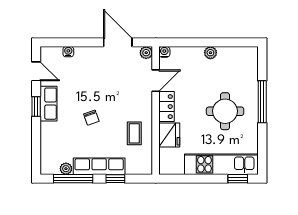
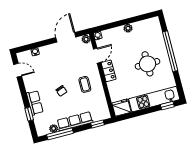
door: (118, 42) -> (66, 37), hinge flipped
window: (262, 102) -> (170, 51), width x1.46
row of seats: (49, 104) -> (35, 103), moved
window: (36, 106) -> (29, 114), moved
coffee table: (134, 133) -> (85, 84), moved
fridge: (169, 135) -> (121, 108), moved, turned -90
window: (115, 179) -> (98, 124), moved

